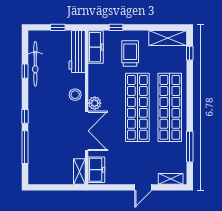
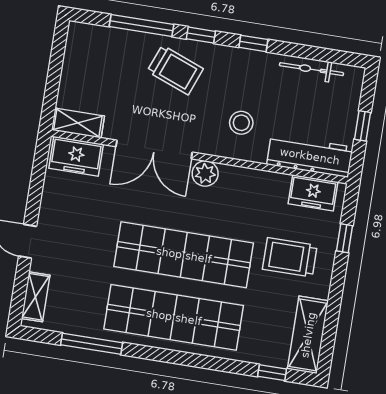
freezer: (96, 47) -> (313, 193), width x0.71
trolley: (130, 54) -> (290, 257), turned 180
bicycle: (35, 64) -> (311, 69), width x0.73, depth x0.71
window: (25, 71) -> (253, 43), moved
stool: (75, 95) -> (241, 123), moved
trolley: (45, 127) -> (175, 70), added

